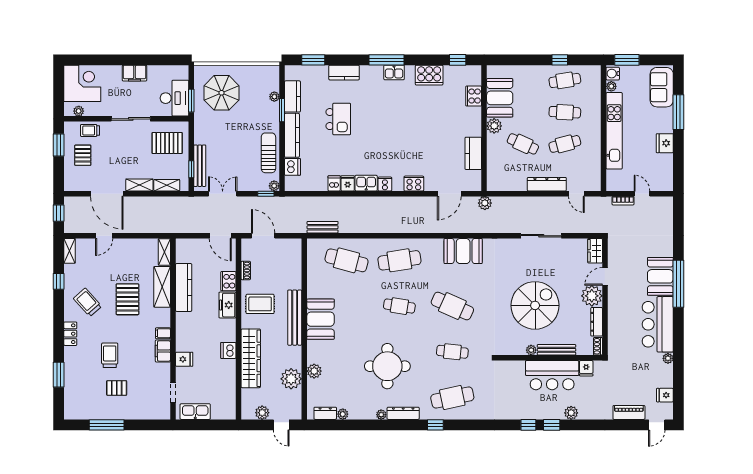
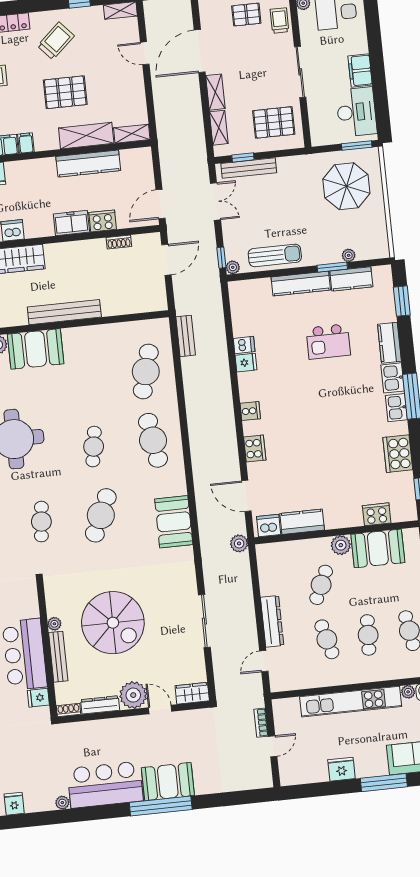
desk: (174, 98) -> (356, 112), moved, turned -90
window: (191, 101) -> (357, 146), moved
pallet: (167, 143) -> (274, 122), turned 90
dishwasher: (292, 167) -> (269, 526), moved, turned 180
kitchen sink: (366, 183) -> (393, 378), moved, turned 180
rug: (260, 304) -> (77, 265), removed
booth: (320, 319) -> (36, 349), moved

